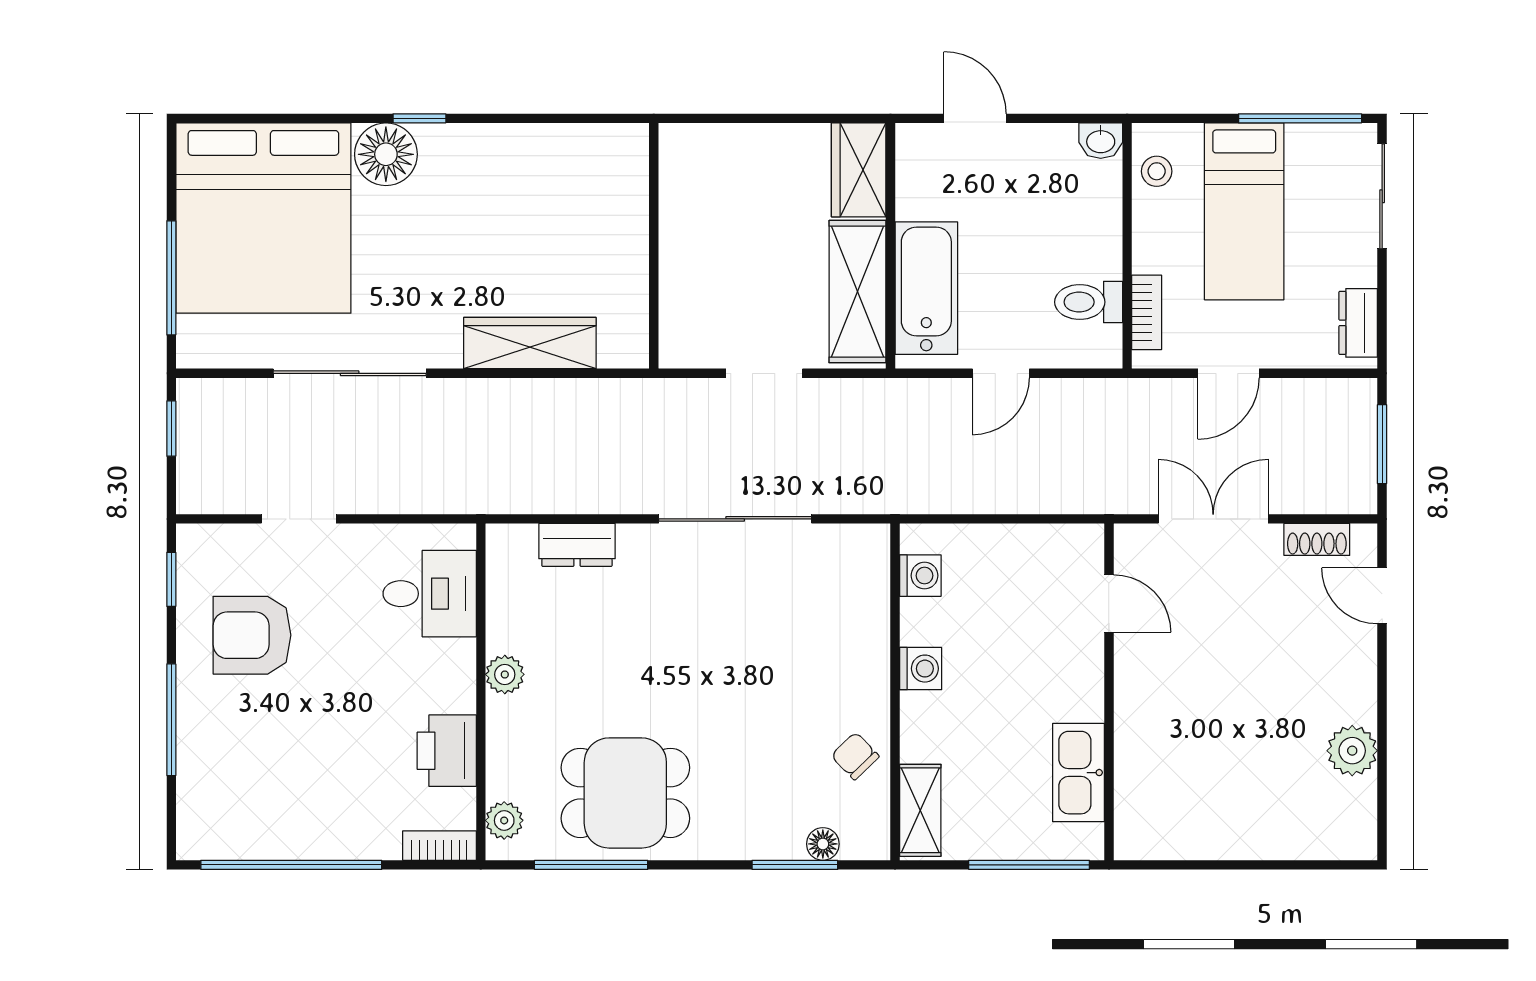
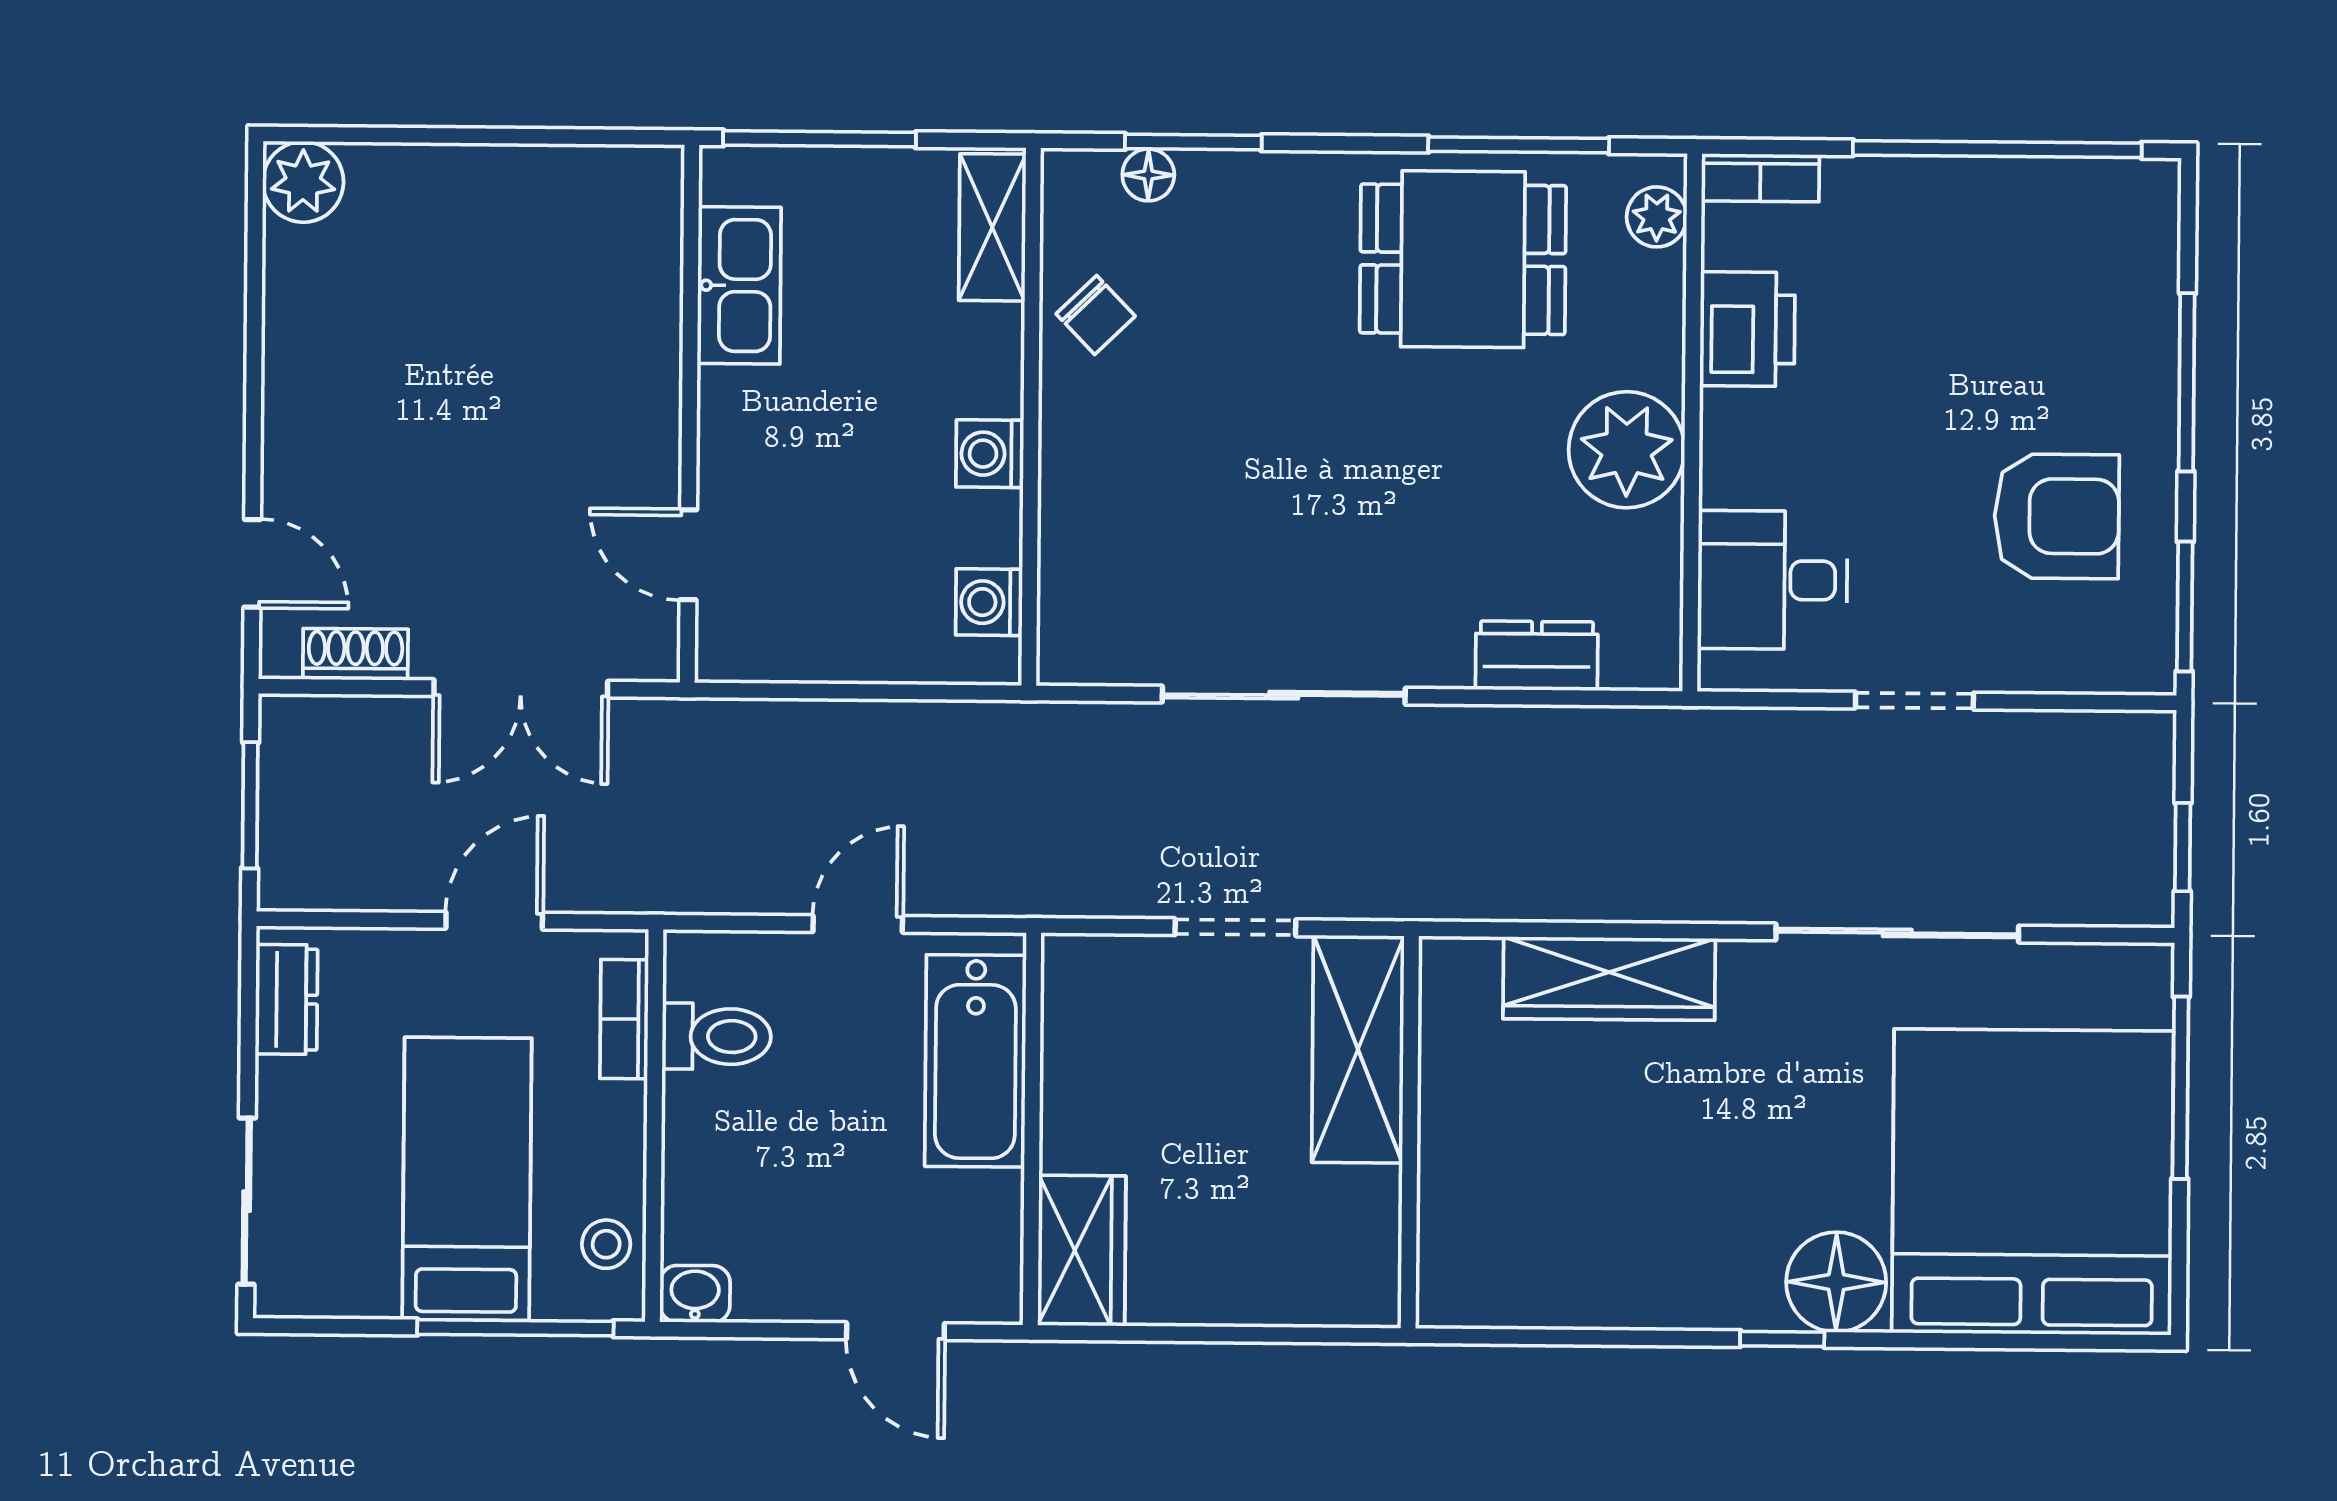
window: (1300, 118) -> (515, 1328), moved
shelving: (857, 292) -> (1358, 1049), moved
doorway: (299, 519) -> (1914, 701), moved
window: (171, 579) -> (2185, 606), width x1.50
plant: (505, 674) -> (1627, 450), width x1.87, depth x1.87
plant: (1352, 751) -> (303, 182), moved

